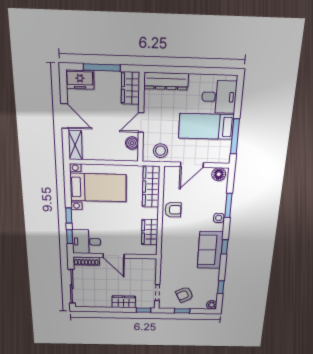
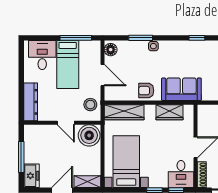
wardrobe: (130, 88) -> (37, 132), removed
boiler: (132, 143) -> (89, 135), width x1.86, depth x1.86
armchair: (173, 210) -> (146, 91), turned -90
window: (225, 247) -> (197, 38), moved
sofa: (210, 250) -> (181, 89), moved, turned 180

